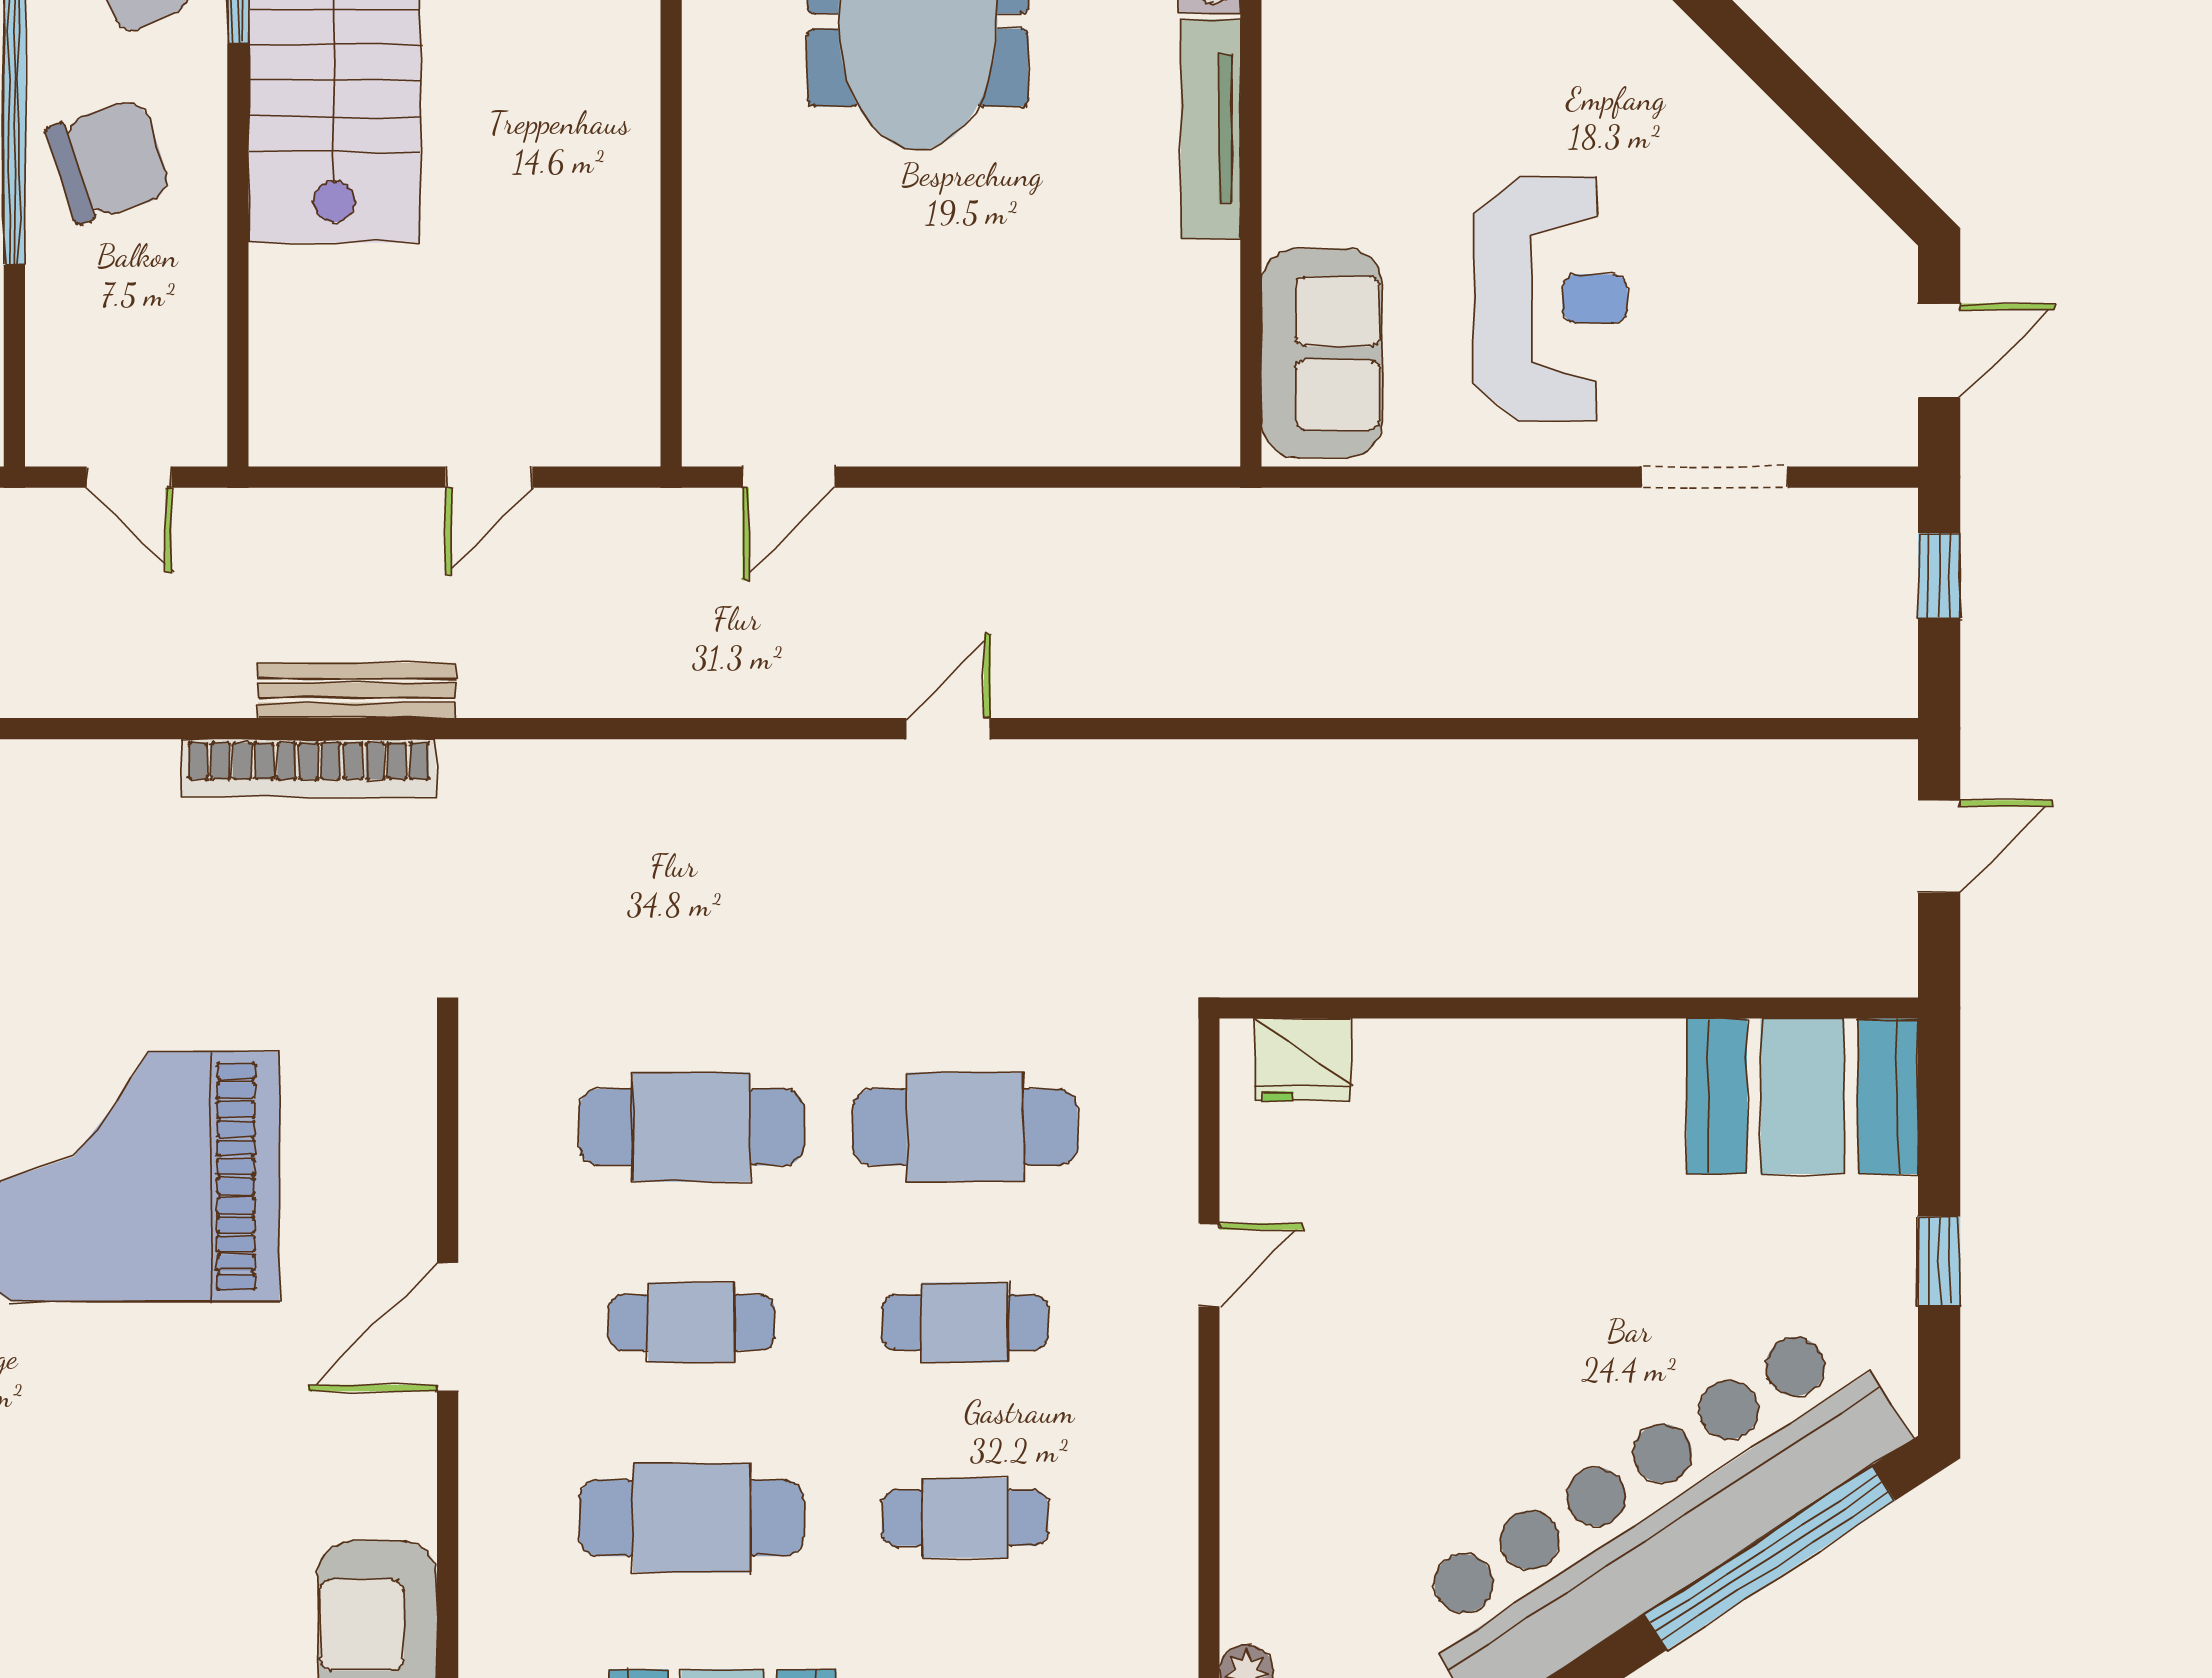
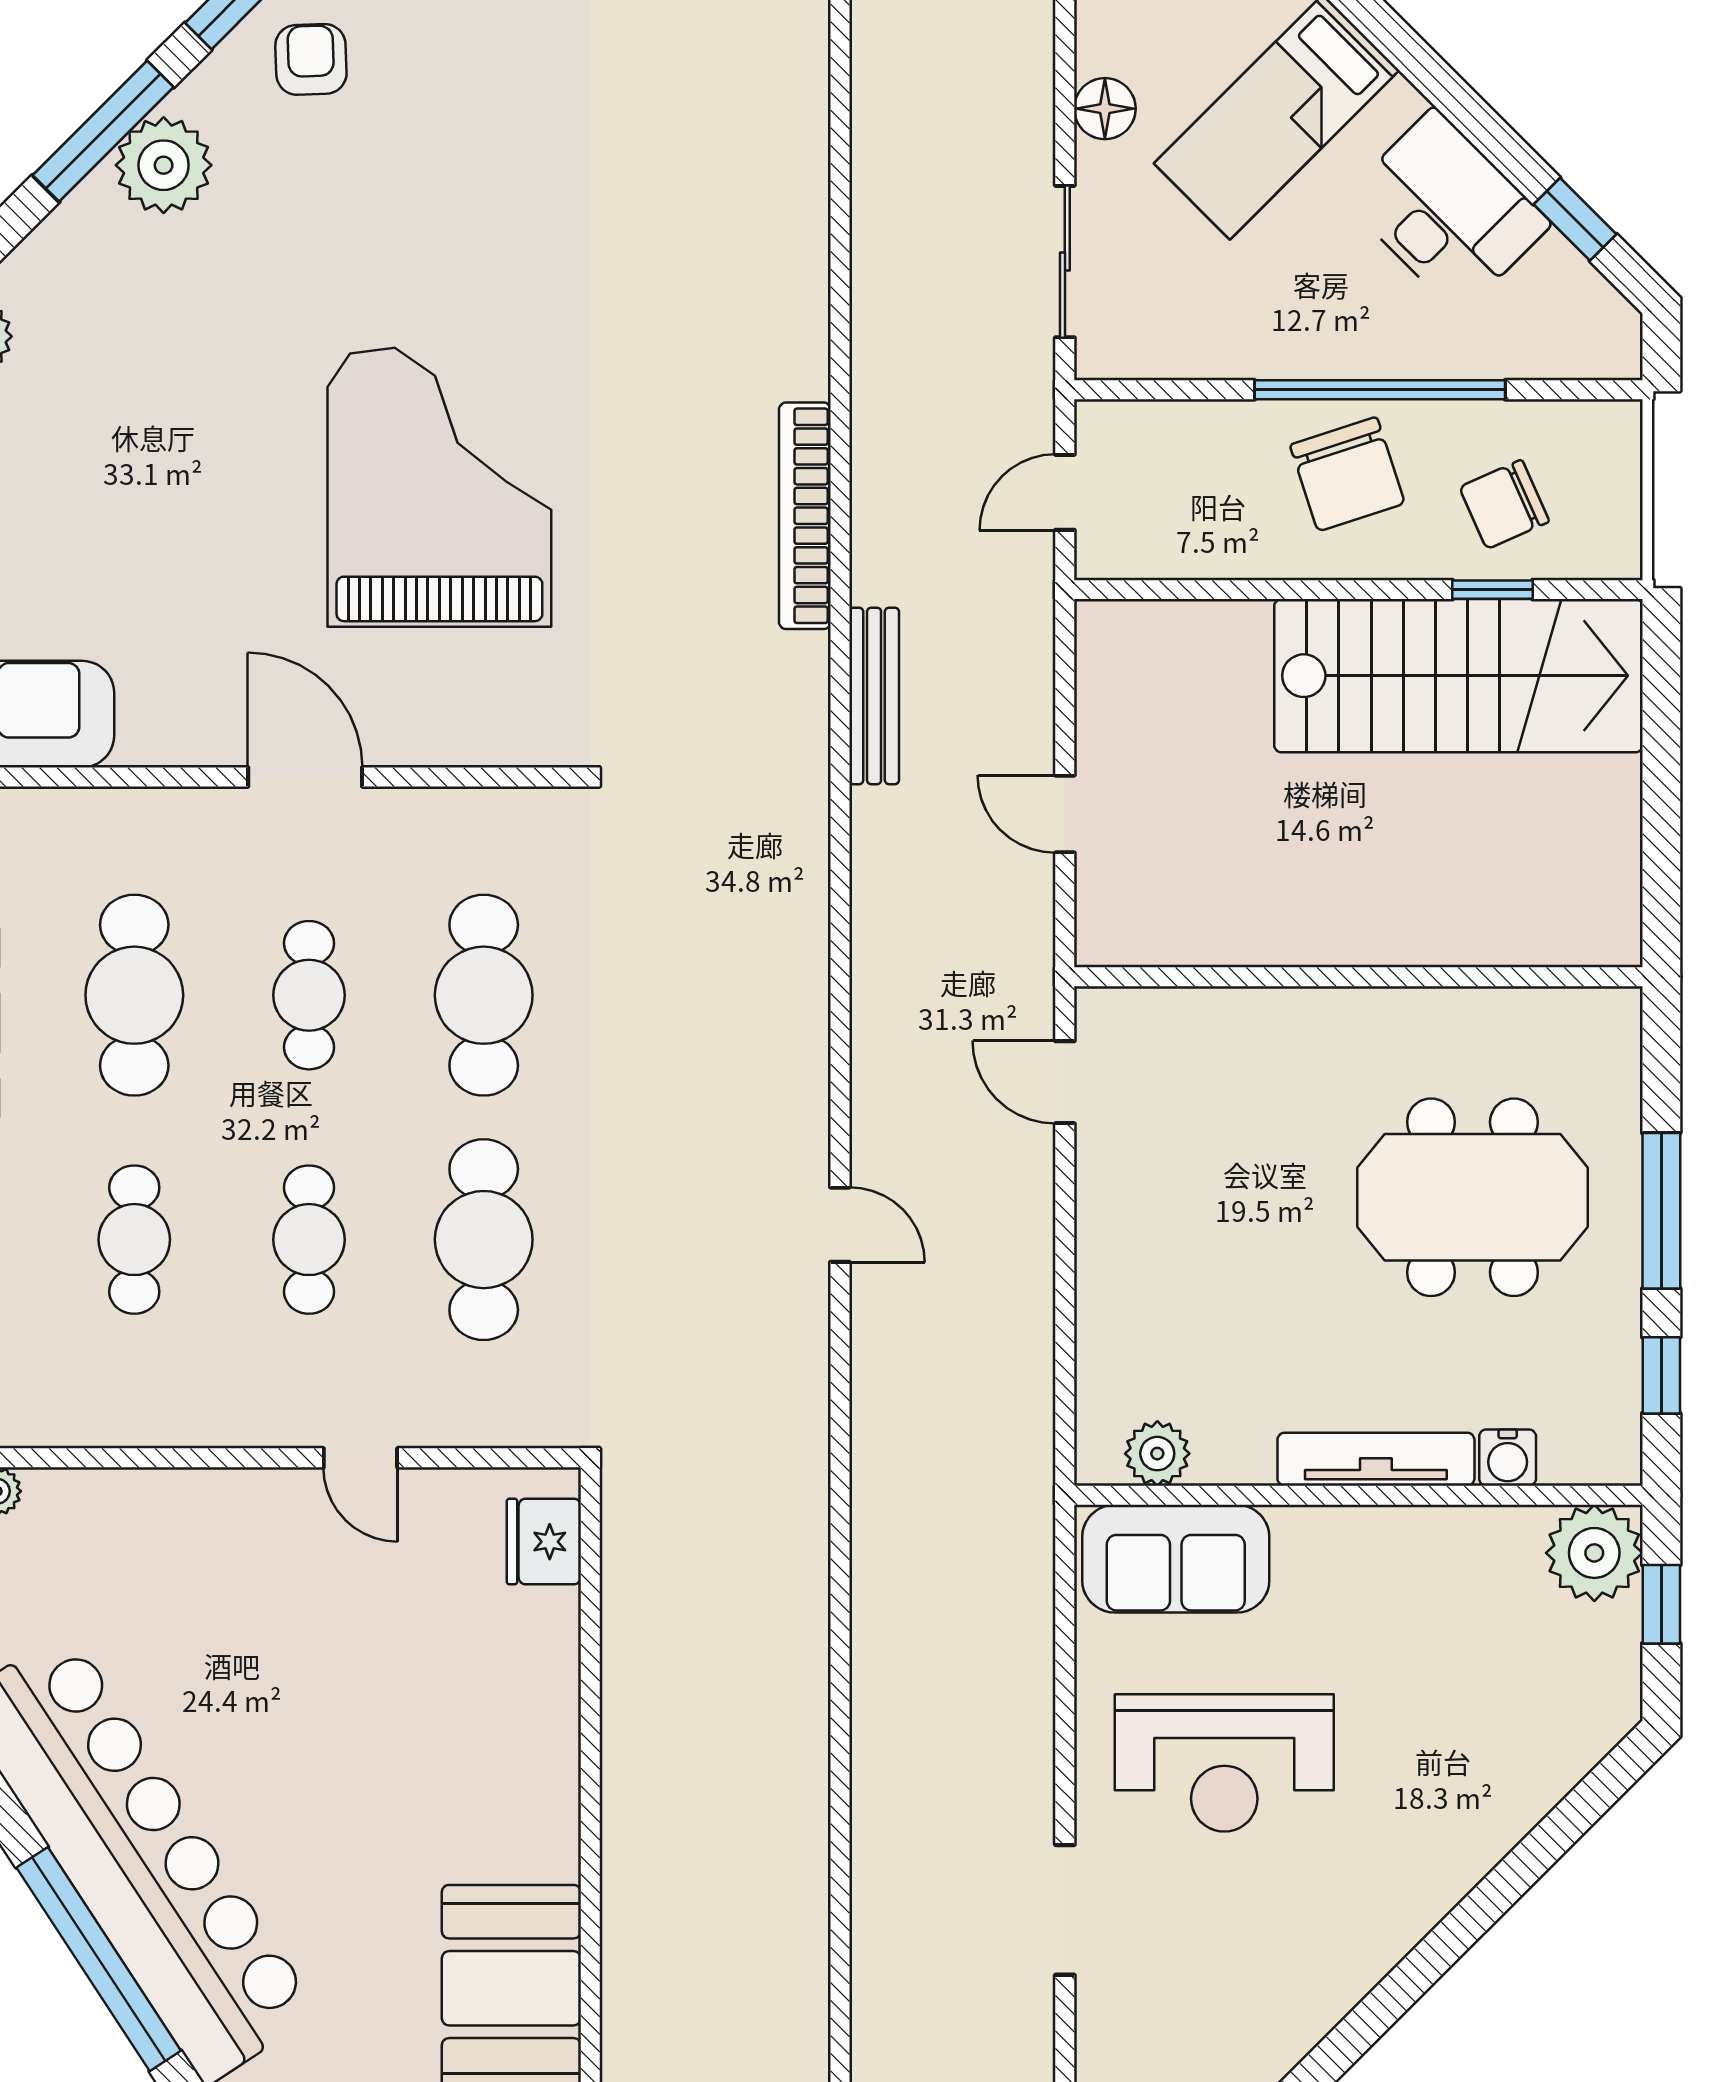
plant: (1204, 374) -> (1157, 1454), added
bookcase: (309, 768) -> (805, 516), moved

